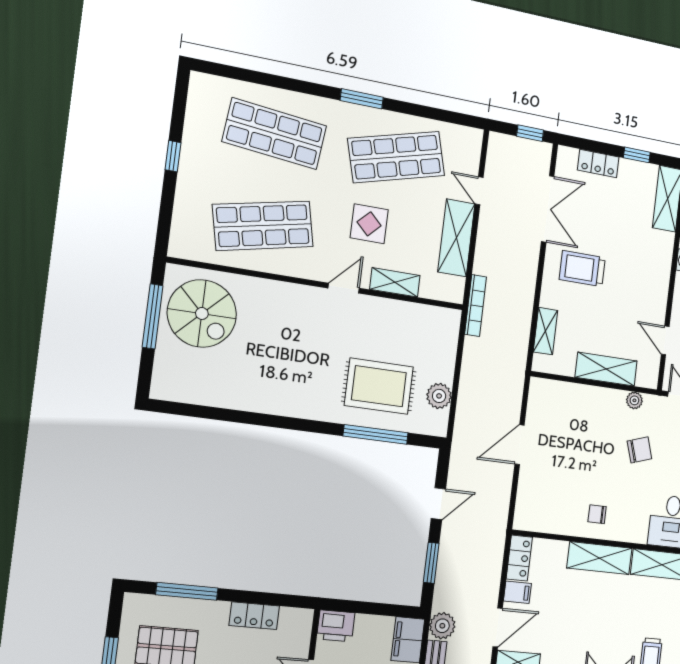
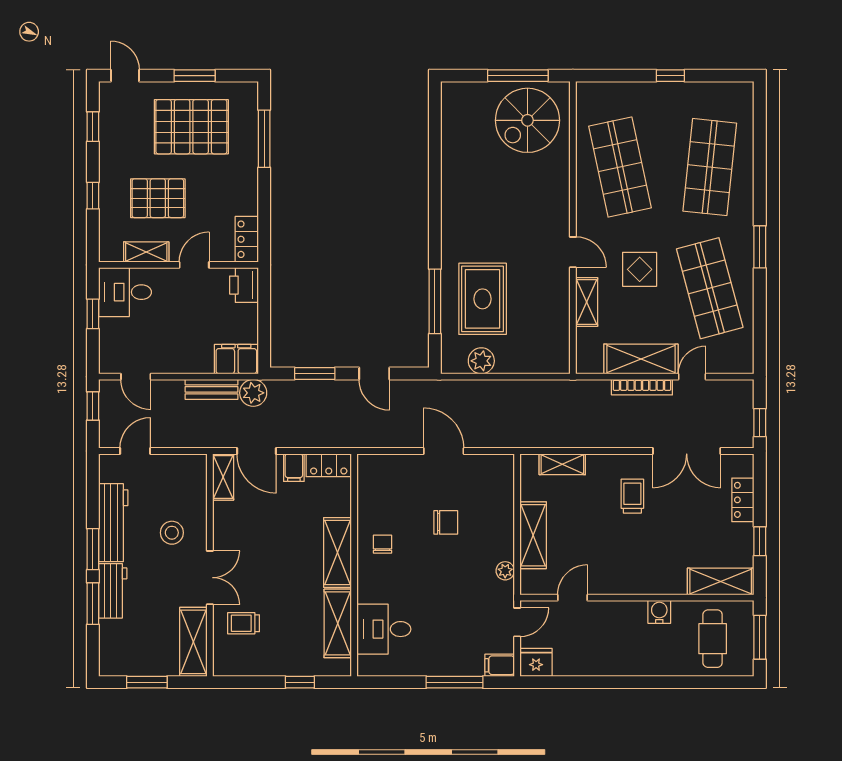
trolley: (582, 269) -> (632, 496), width x0.73, depth x0.72
bookcase: (476, 306) -> (642, 387), moved
chair: (639, 450) -> (446, 522), moved, turned -72
locker: (254, 616) -> (247, 239), moved

